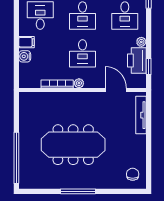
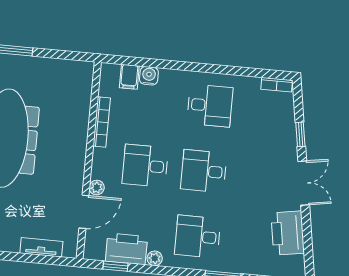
filing cabinet: (27, 42) -> (129, 77), moved
plant: (79, 83) -> (97, 188), moved
tv unit: (141, 115) -> (41, 247), width x0.71

